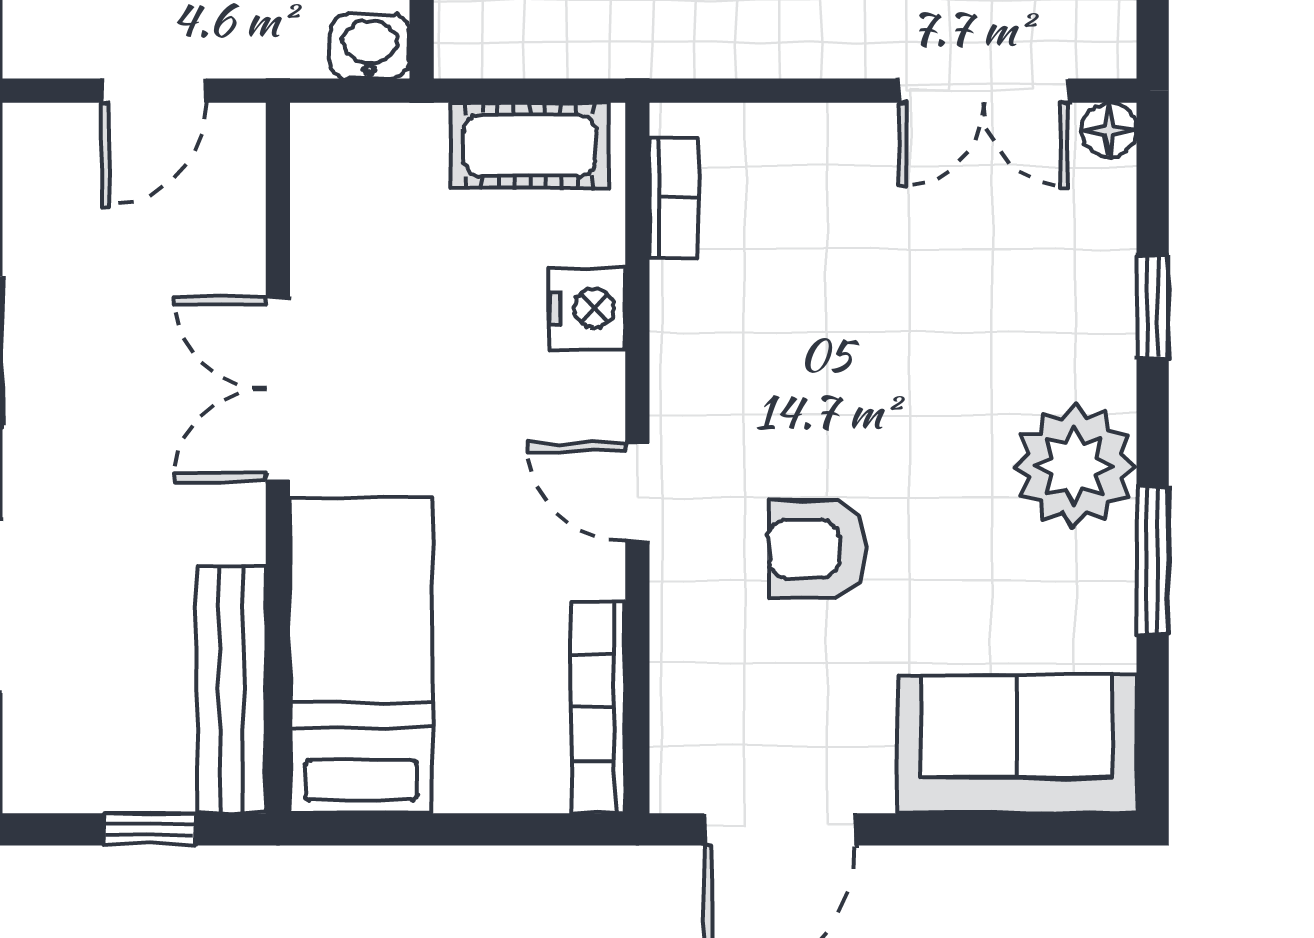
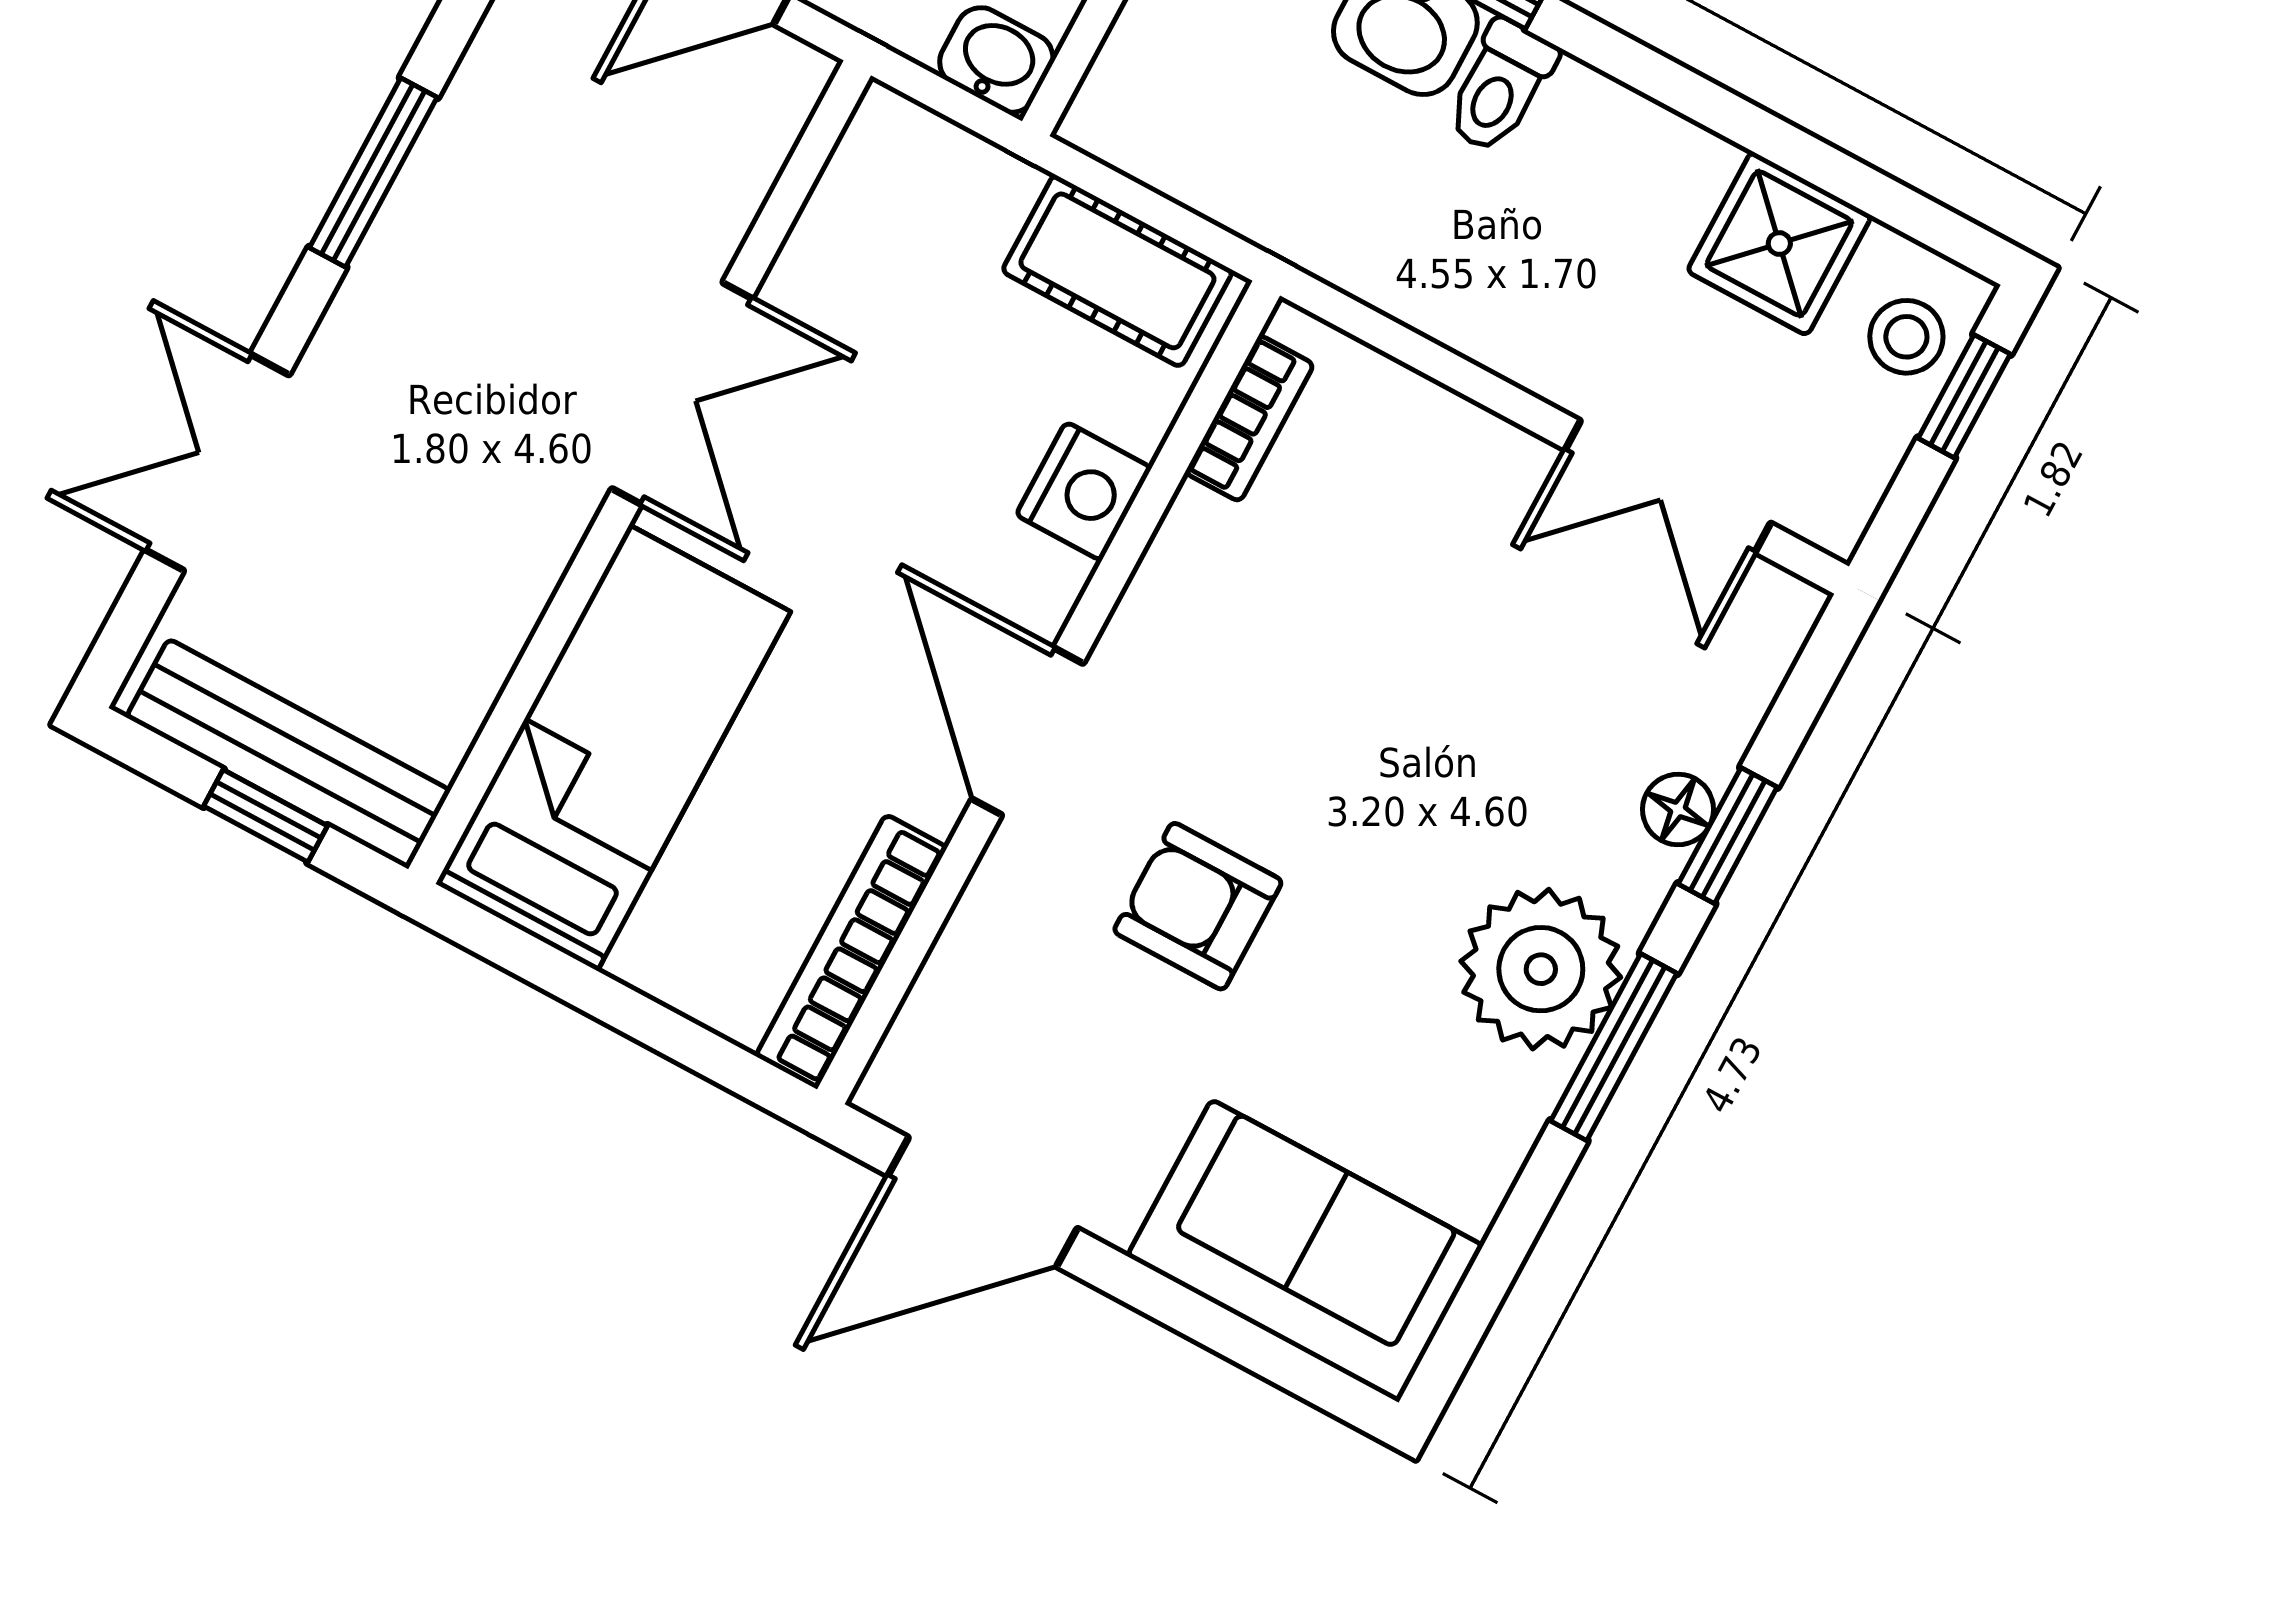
floor lamp: (1109, 130) -> (1678, 809), moved
double door: (278, 389) -> (682, 394), swing flipped
door: (637, 492) -> (1028, 731), width x1.38
window: (1153, 561) -> (1614, 1047), moved
bench: (231, 689) -> (288, 754), moved, turned 90

